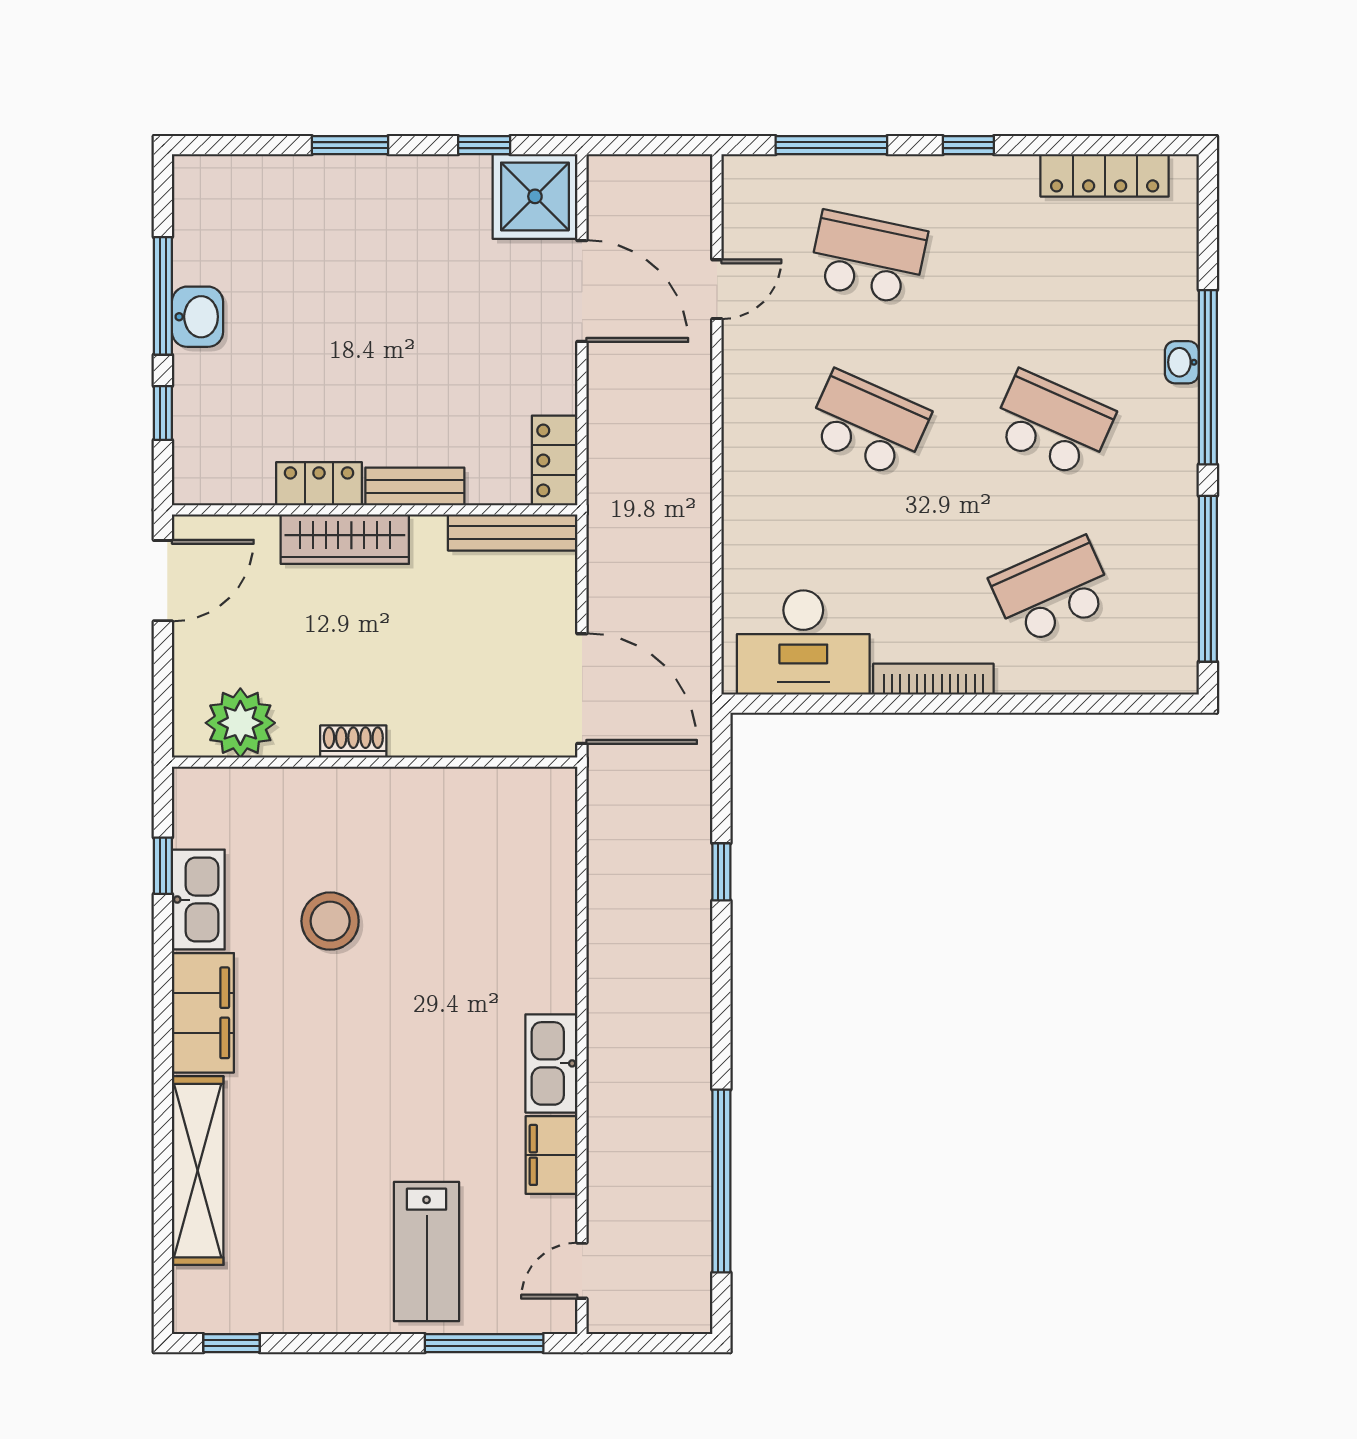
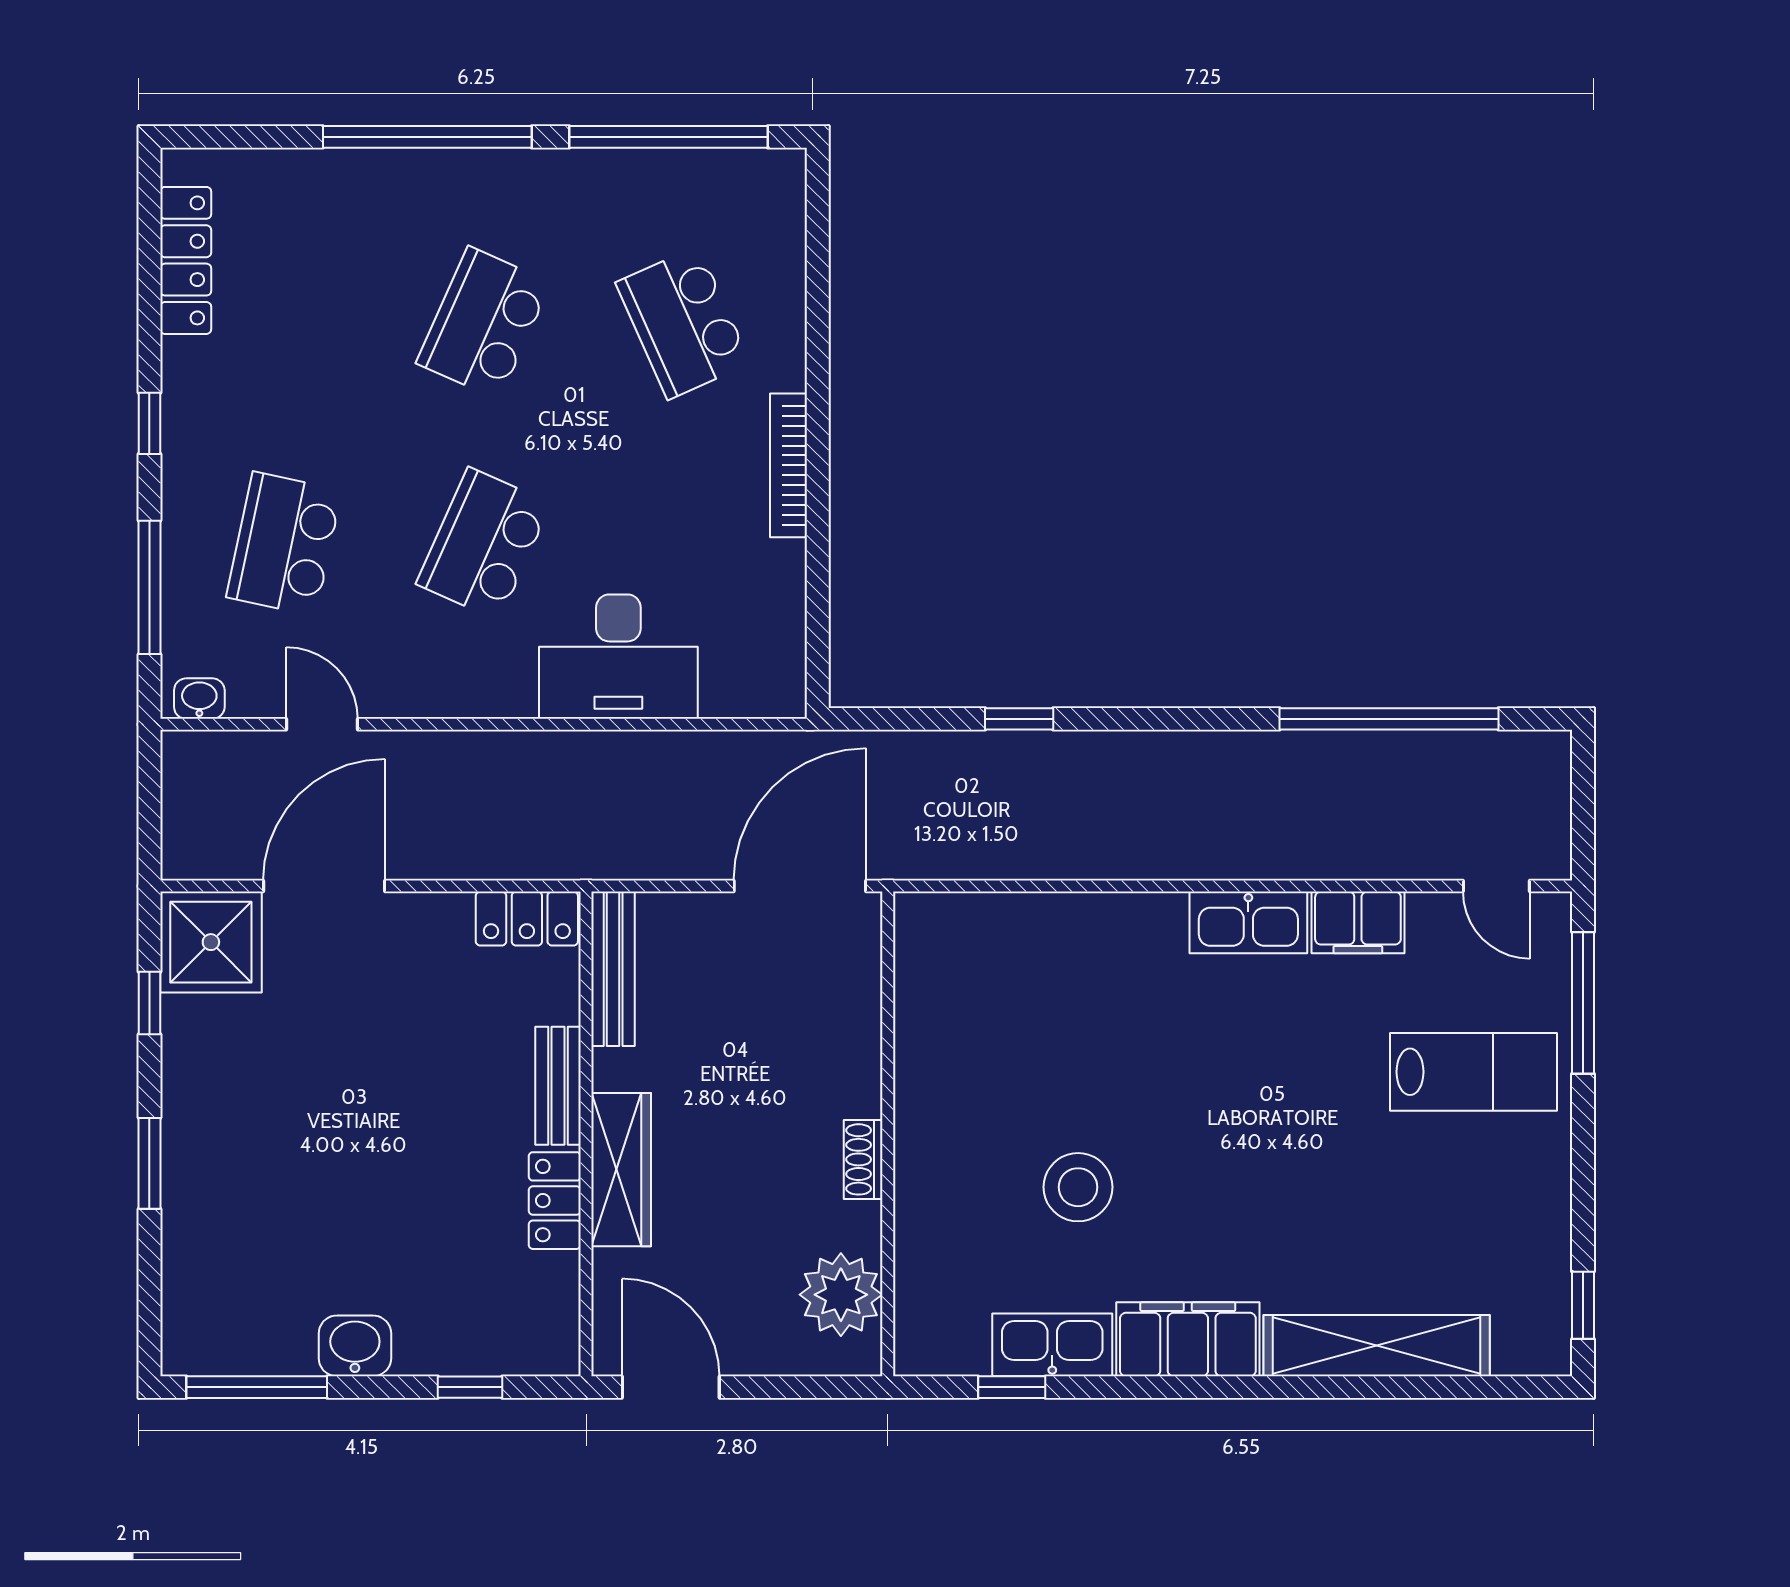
window: (163, 296) -> (257, 1387), moved
washbasin: (1182, 362) -> (199, 699), moved, turned 180
desk: (803, 642) -> (618, 657), moved, turned 90

